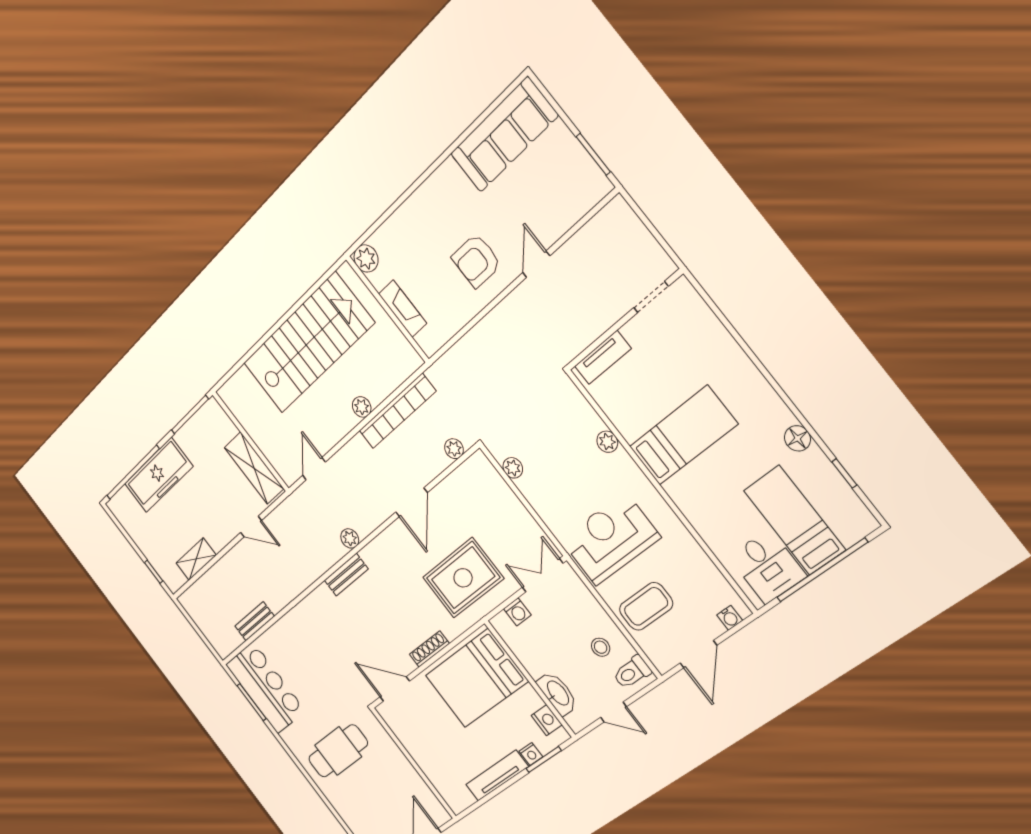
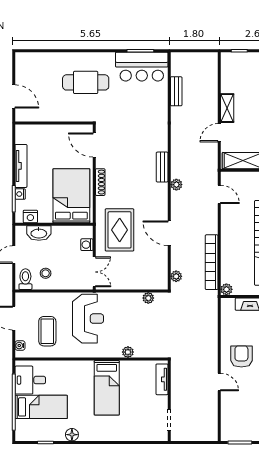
plant: (362, 407) -> (226, 289), moved
shelving: (196, 559) -> (227, 108), moved
coffee table: (646, 606) -> (47, 331), moved
door: (395, 689) -> (94, 145), swing flipped
cafe table: (338, 751) -> (86, 82), turned 90

